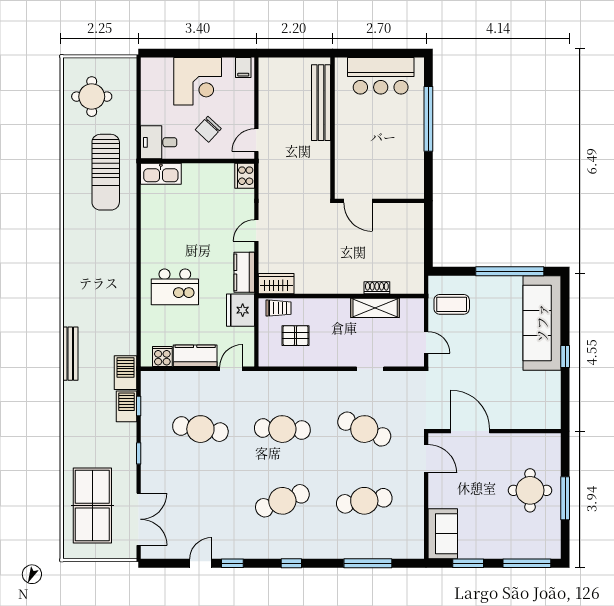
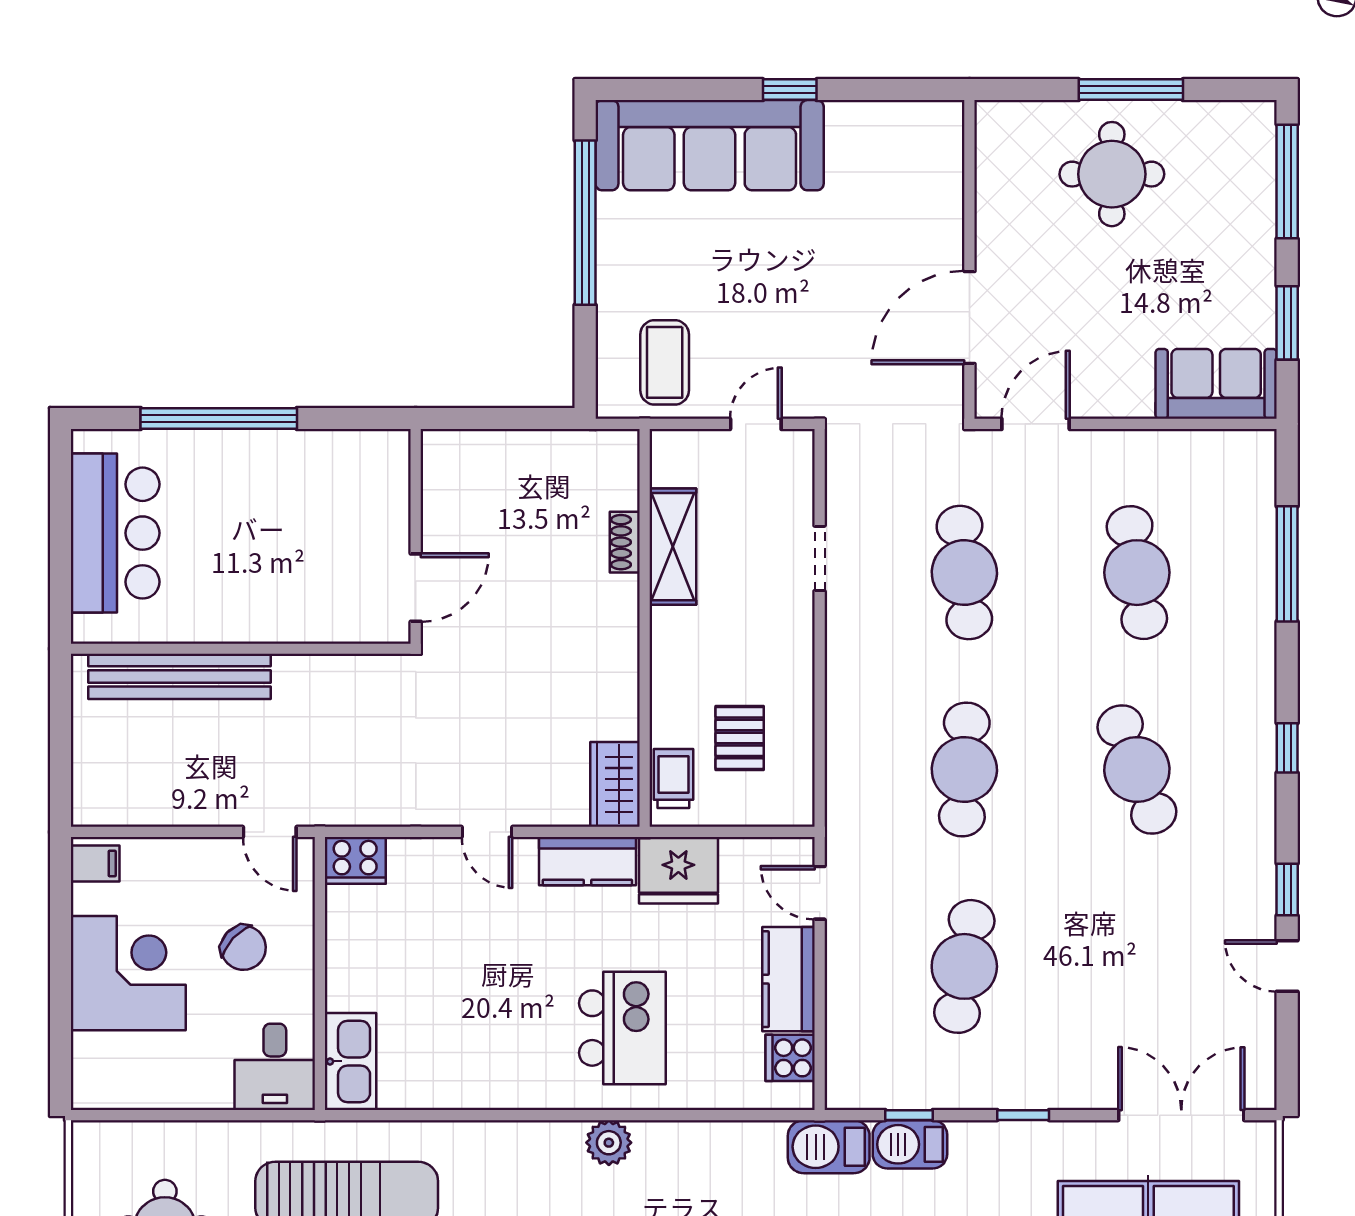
plant: (127, 281) -> (609, 1143), added
cafe table: (364, 429) -> (964, 573), turned -30

